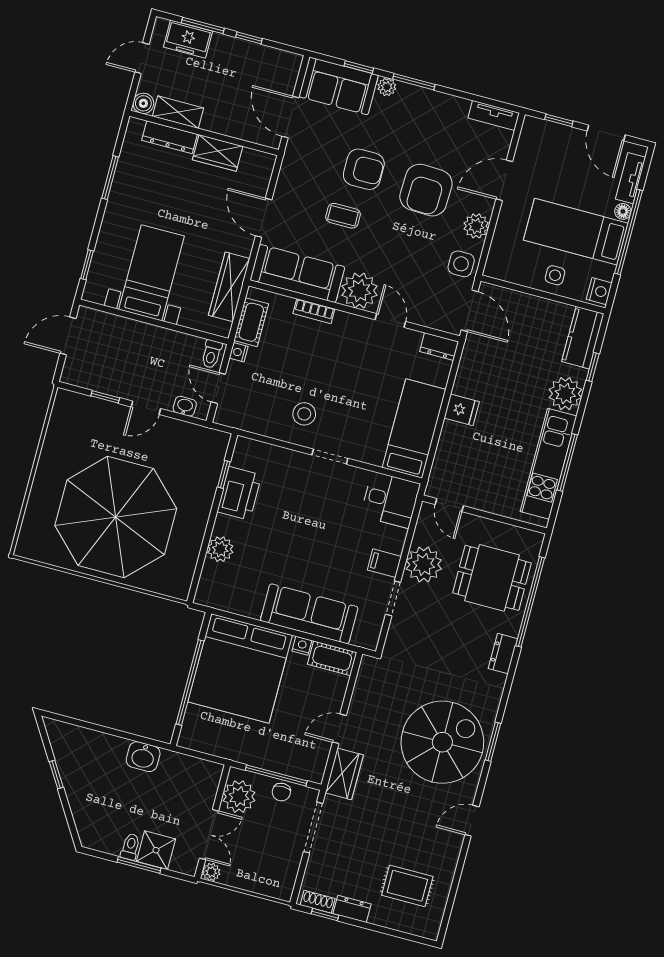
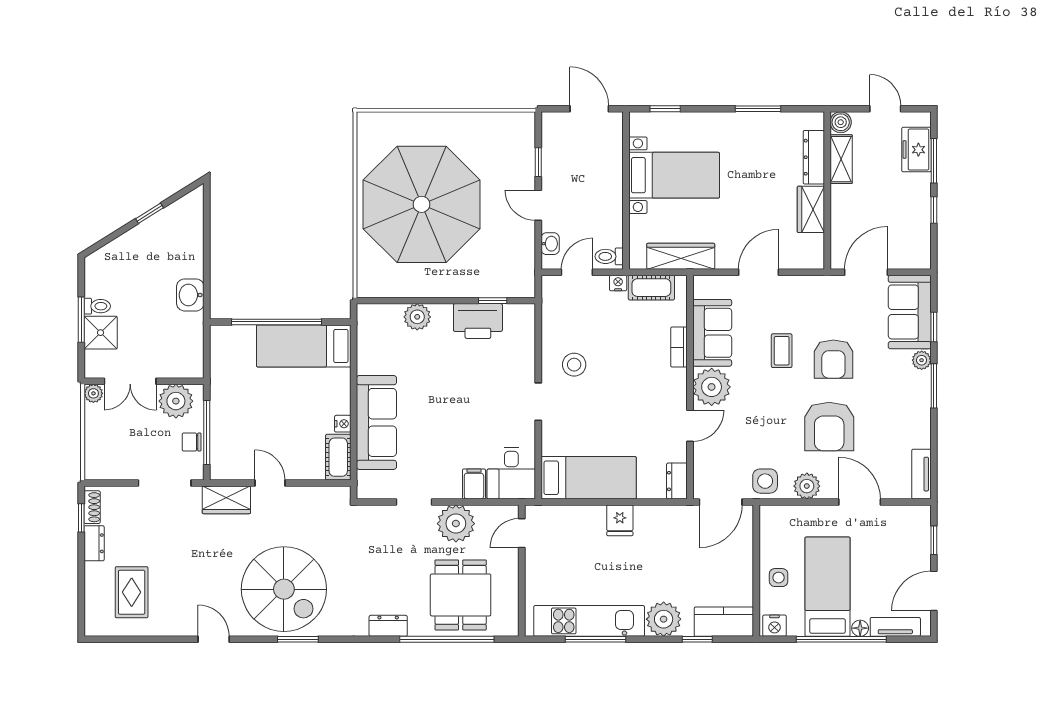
armchair: (426, 190) -> (829, 427), turned -92
sofa: (297, 273) -> (712, 333), width x0.73
filing cabinet: (384, 563) -> (474, 484), moved
bed: (240, 668) -> (304, 346), width x0.49

